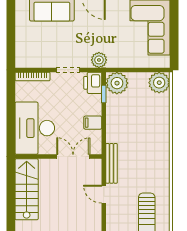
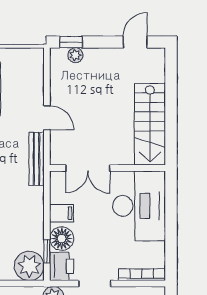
floor lamp: (93, 104) -> (62, 239), added

